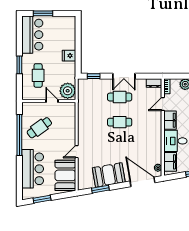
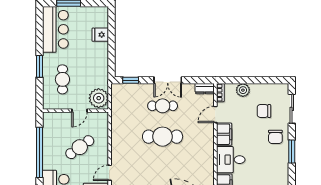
fridge: (69, 56) -> (100, 35), moved
door: (52, 101) -> (80, 111), swing flipped
cafe table: (120, 122) -> (163, 137), width x1.37, depth x1.35
cafe table: (39, 128) -> (80, 147), moved

